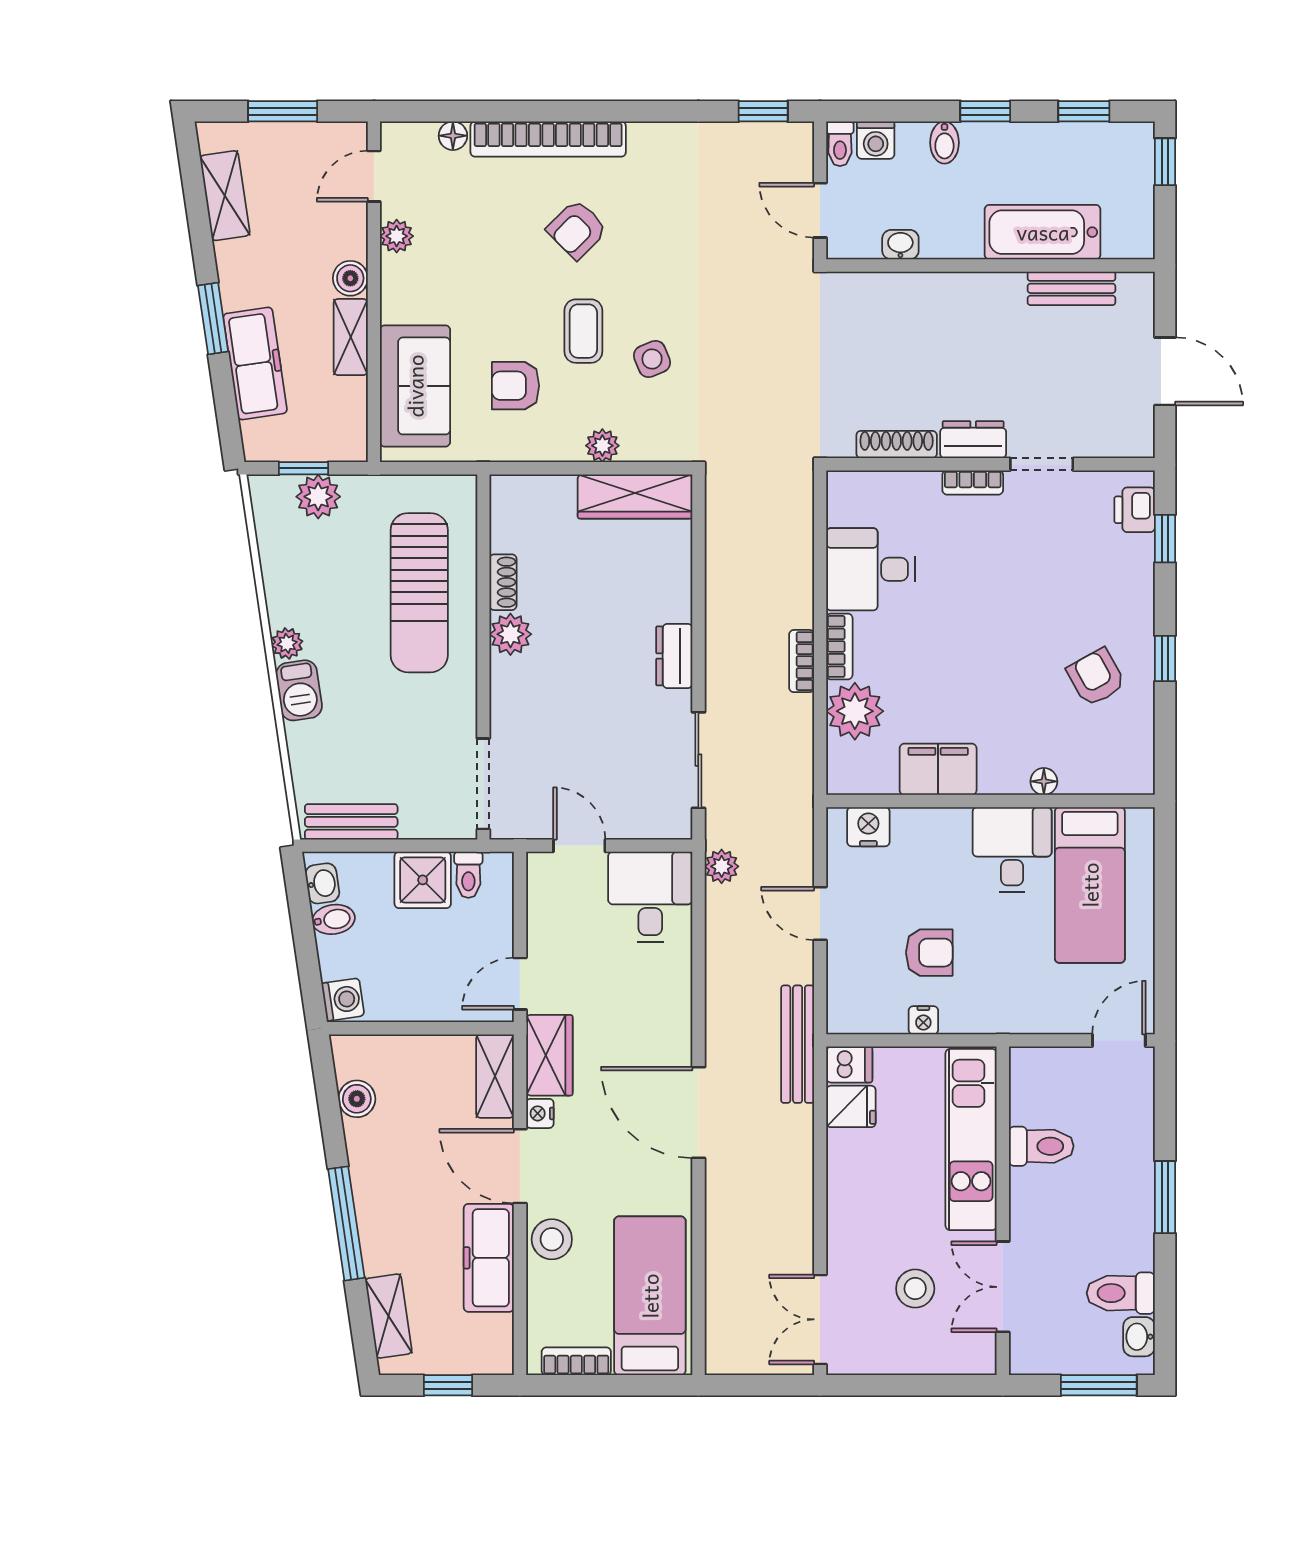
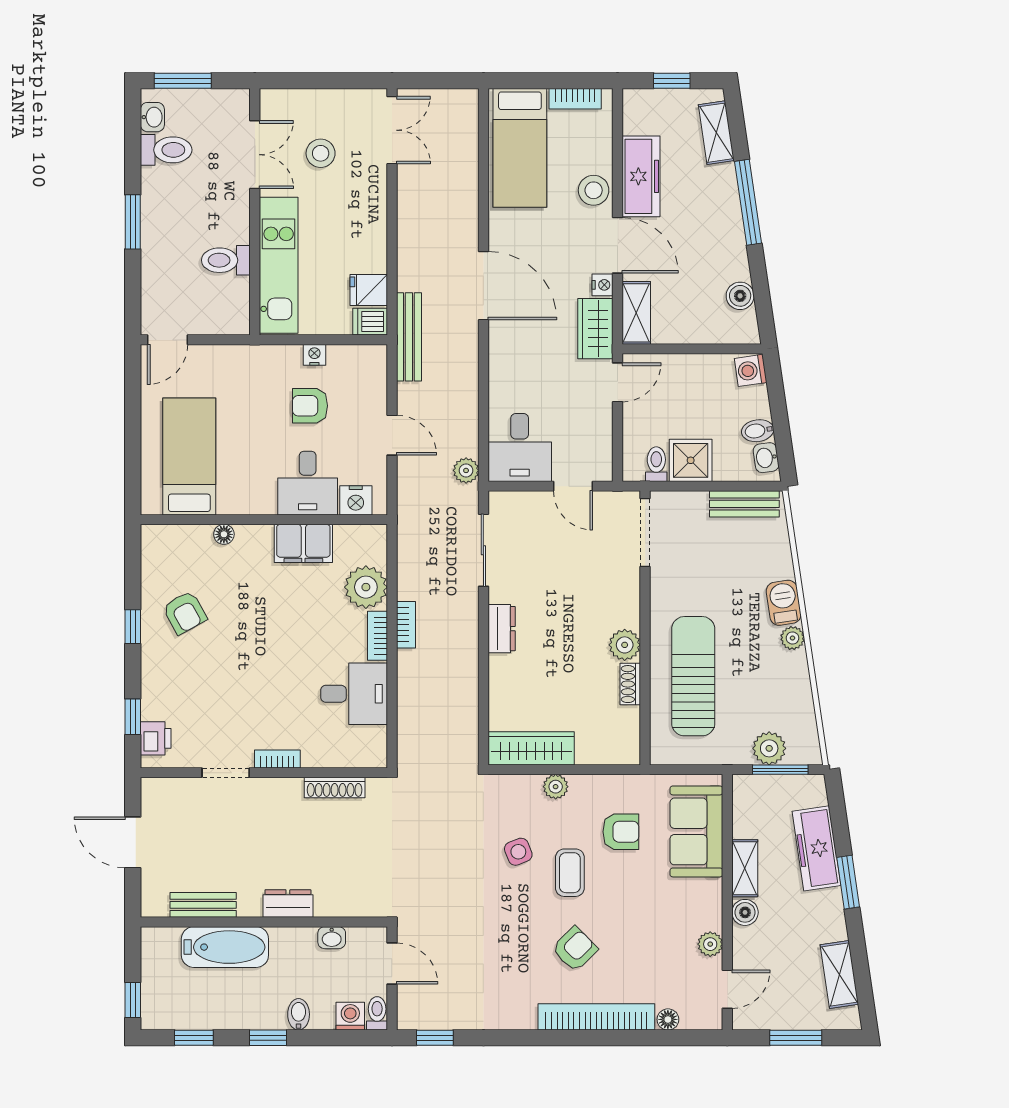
dresser: (973, 440) -> (288, 903), moved, turned 180
window: (303, 468) -> (780, 770), width x1.50
desk: (1012, 850) -> (308, 483), moved

